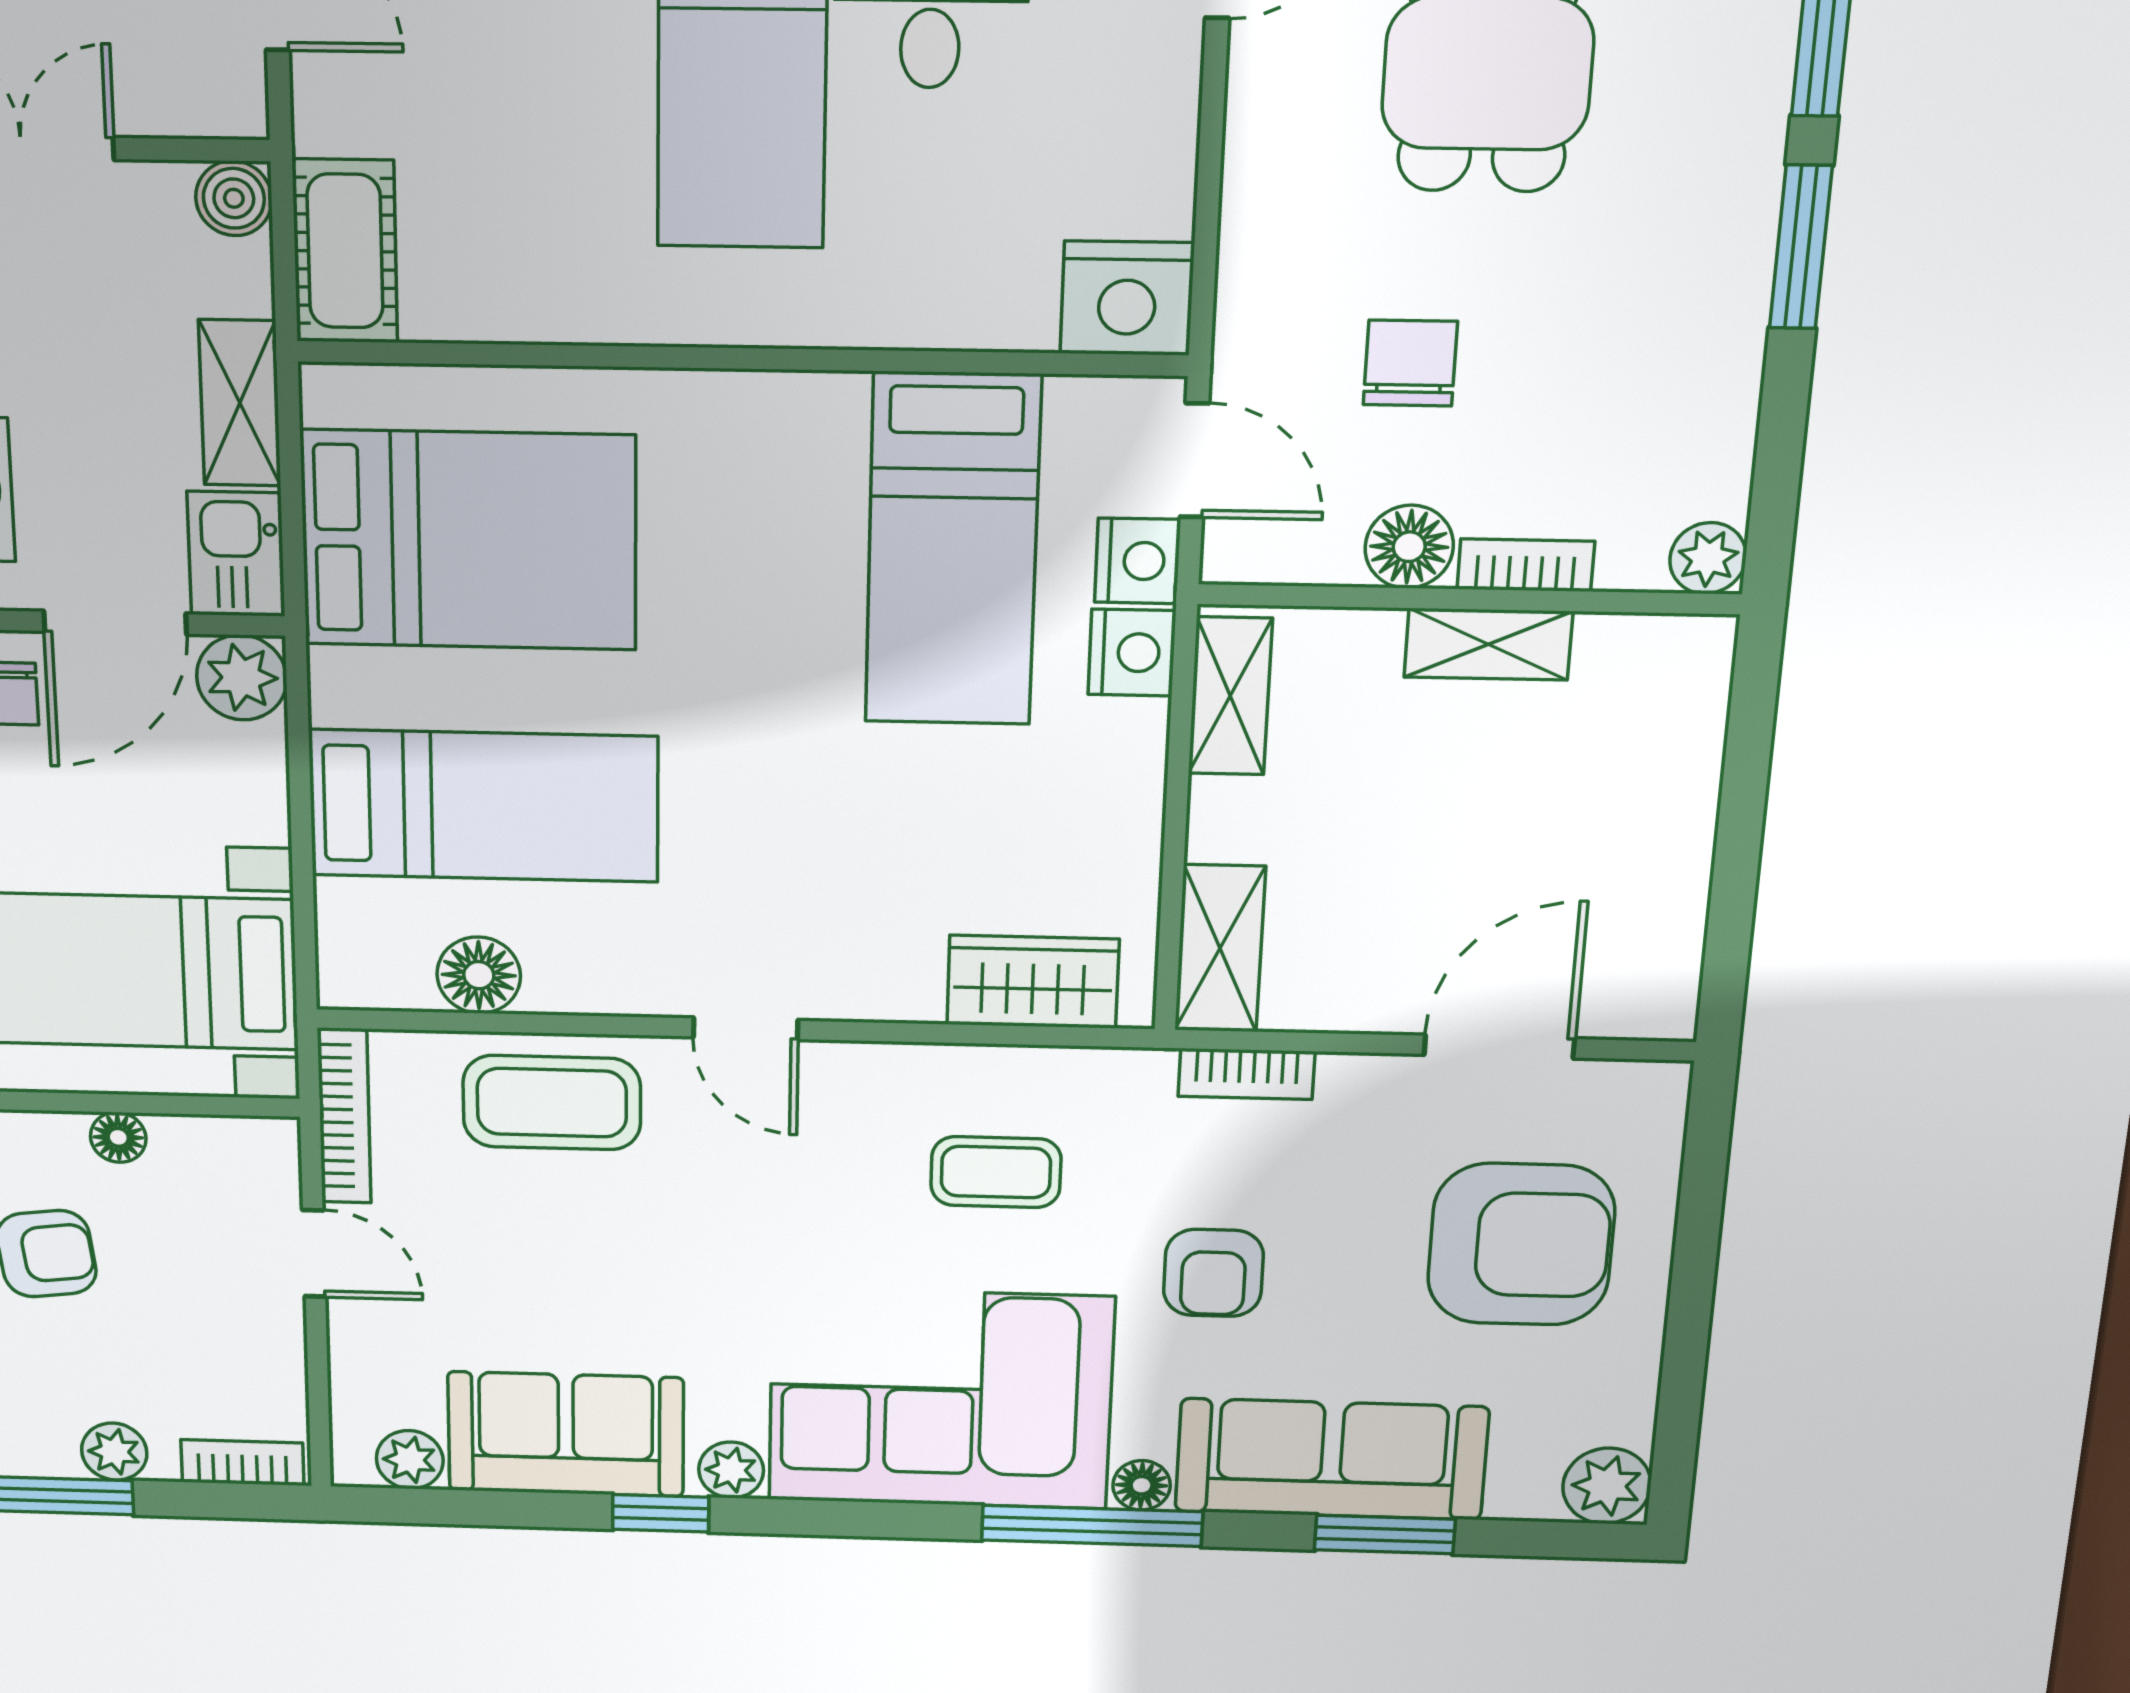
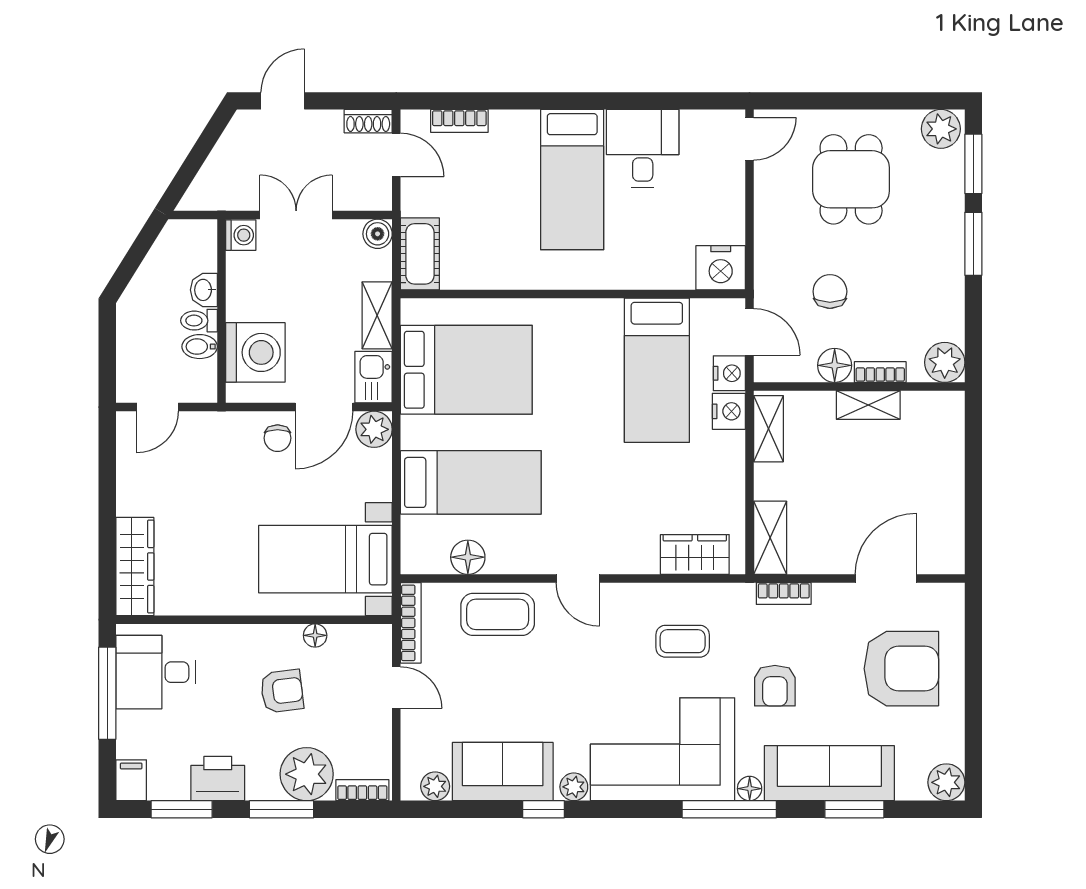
plant: (1708, 558) -> (945, 362), width x1.38, depth x1.38
plant: (114, 1452) -> (307, 774), width x1.88, depth x1.88

